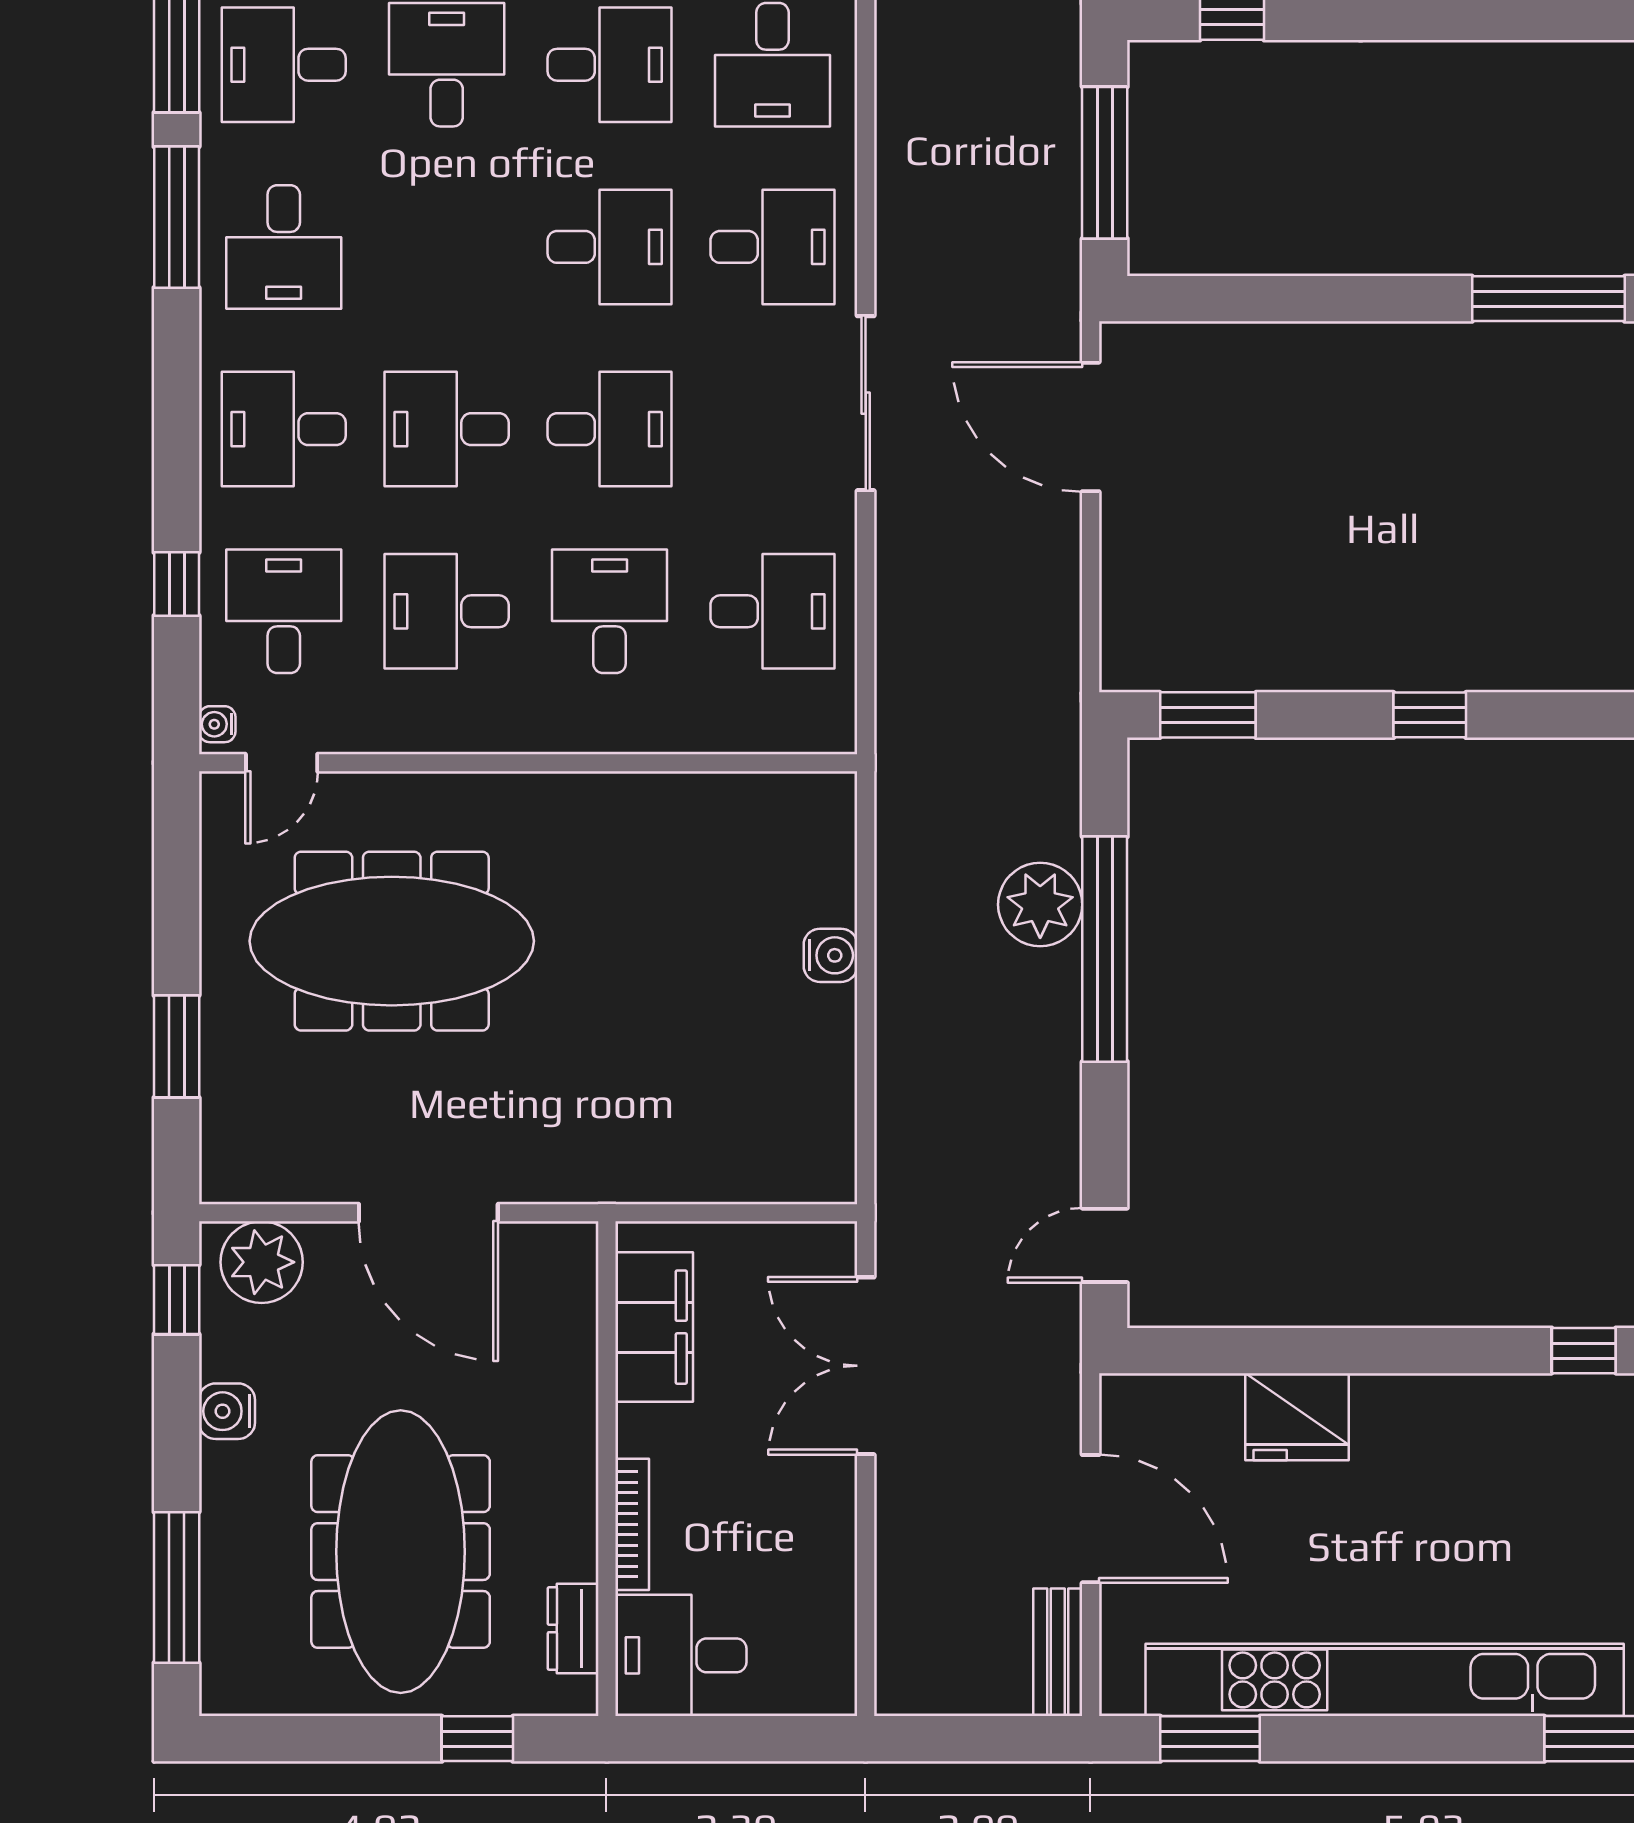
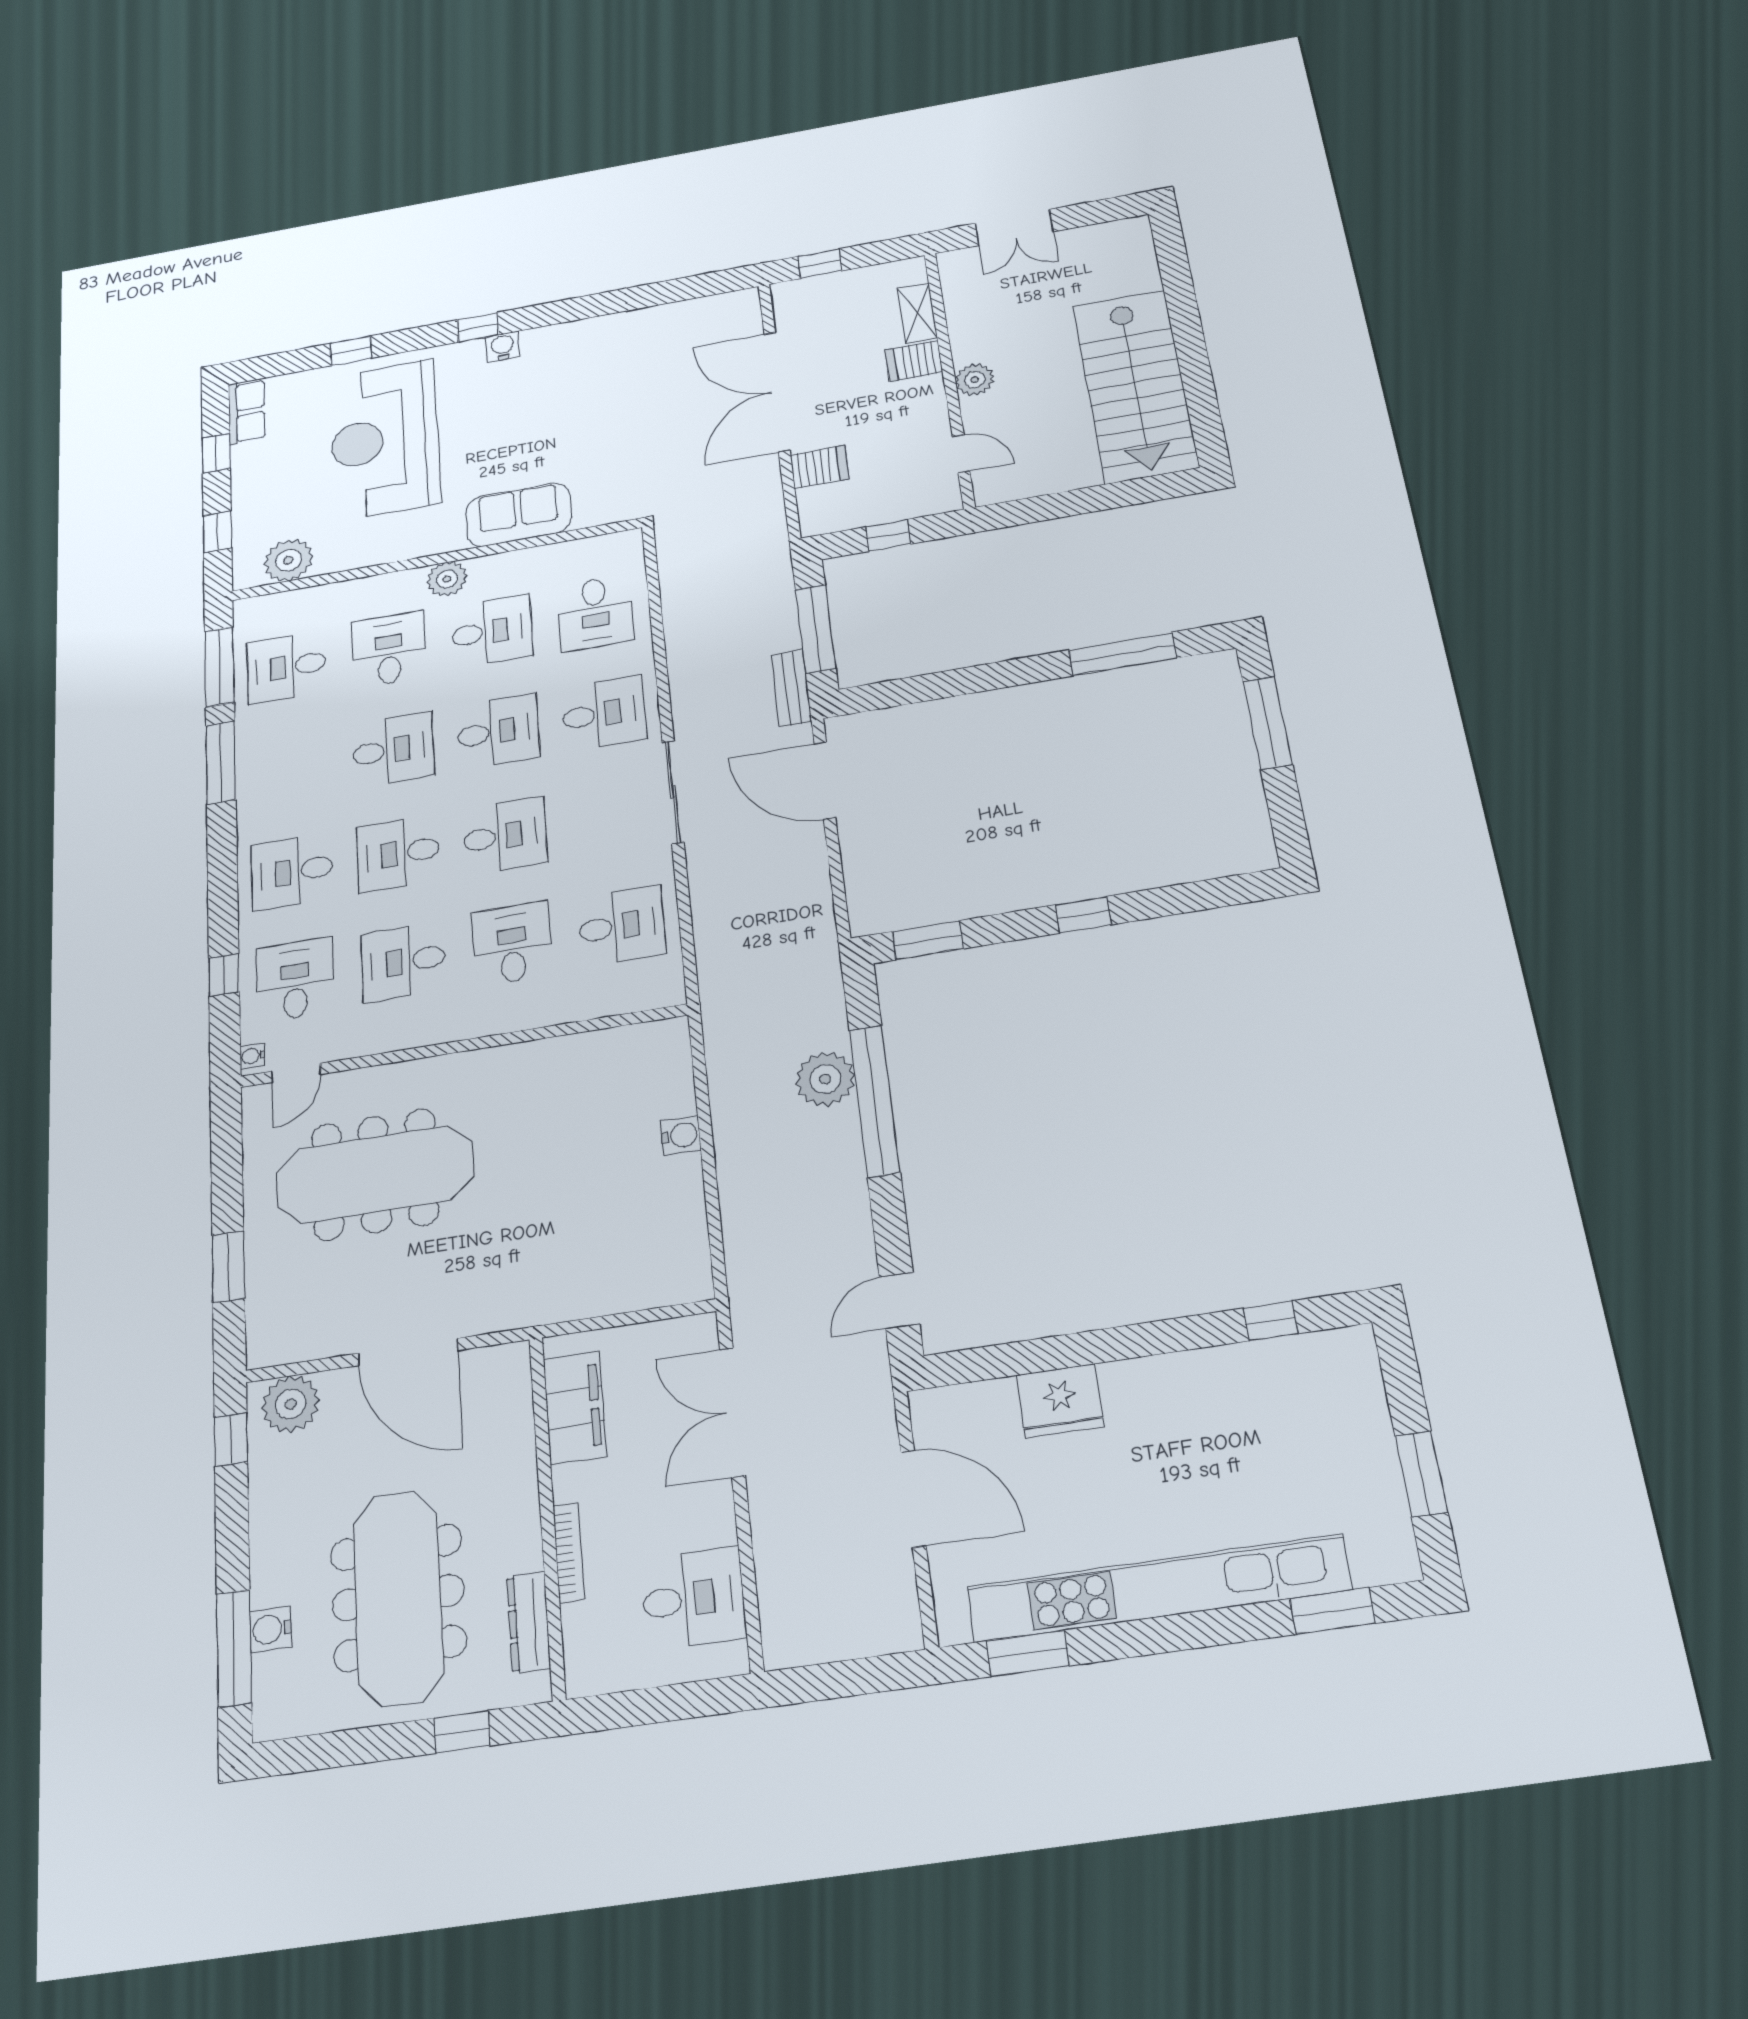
desk: (284, 247) -> (393, 750), moved, turned -90
water cooler: (227, 1411) -> (271, 1629), moved
dresser: (573, 1628) -> (529, 1622), width x1.44
bench: (1058, 1652) -> (791, 688), moved
desk: (681, 1655) -> (693, 1599), moved, turned 180

